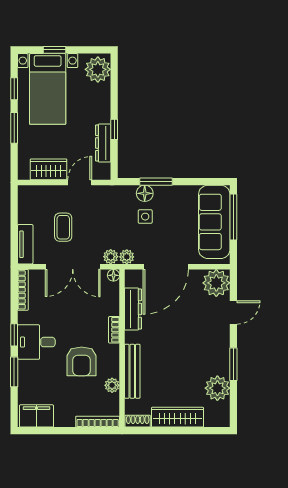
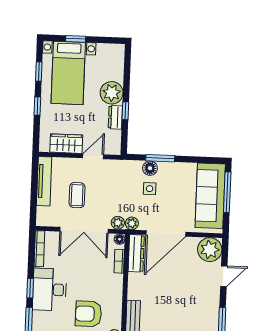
plant: (98, 69) -> (112, 93), moved
window: (14, 128) -> (37, 106), width x0.67
dresser: (103, 143) -> (115, 117), width x0.70
tv unit: (25, 244) -> (44, 181), moved, width x1.41
dresser: (133, 309) -> (136, 253), moved
bookcase: (114, 330) -> (119, 261), moved
desk: (36, 342) -> (50, 290), width x1.37
armchair: (82, 361) -> (88, 314), turned 90

